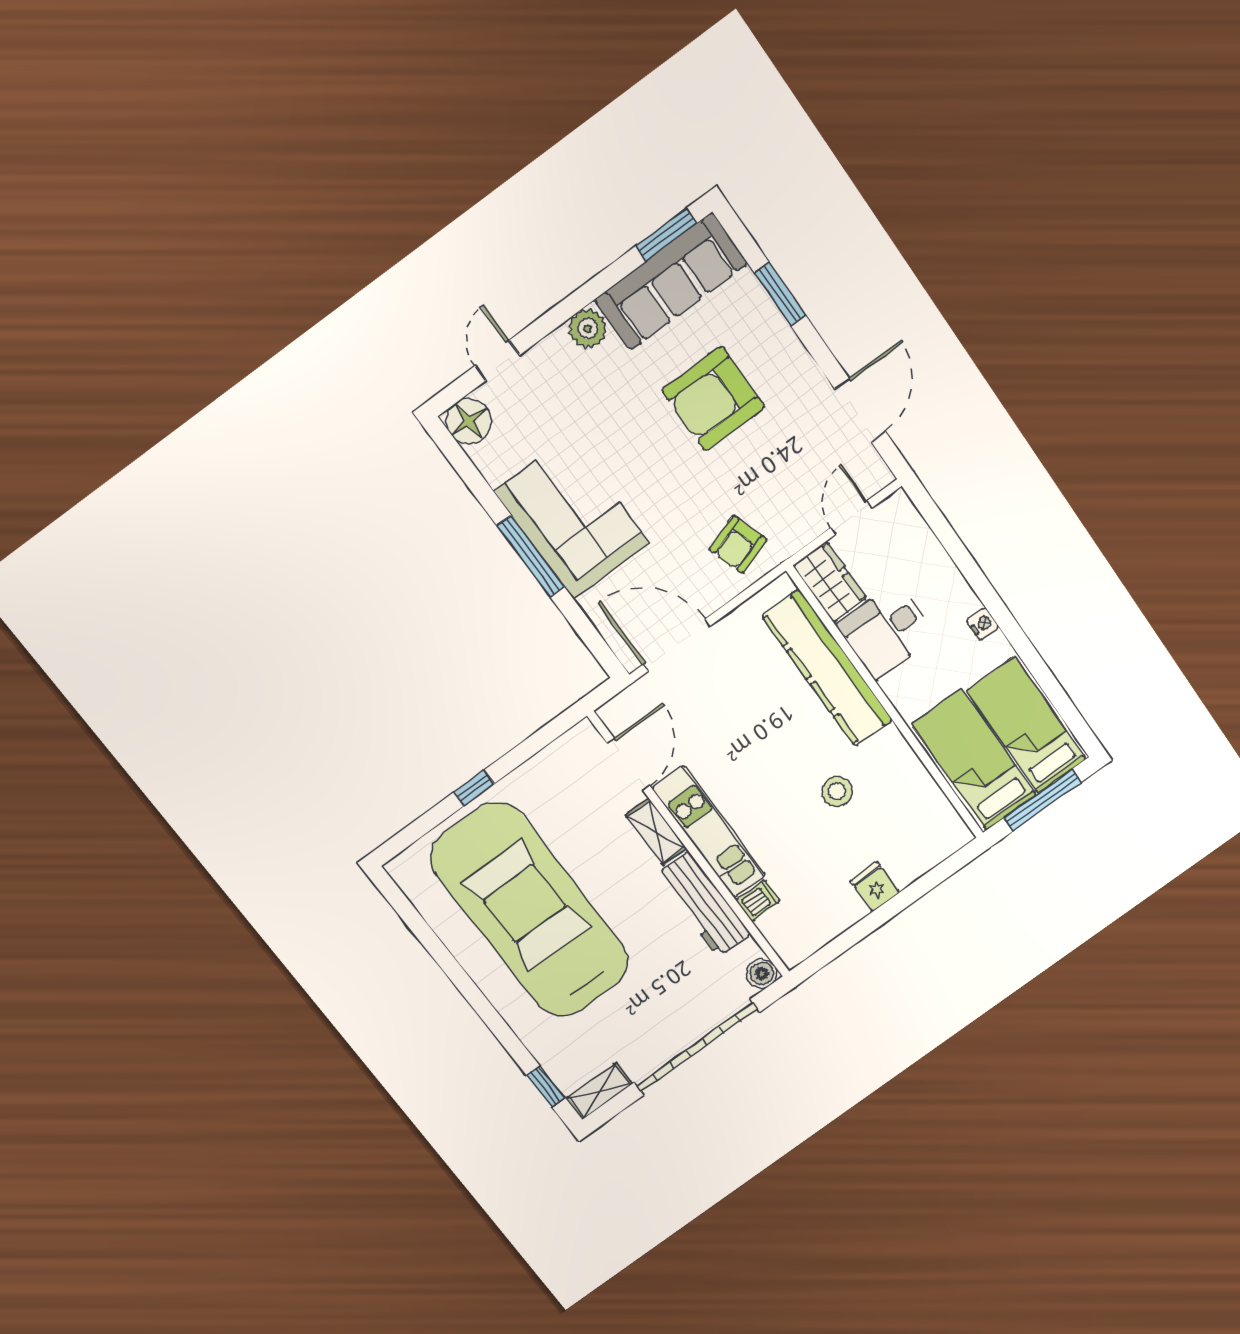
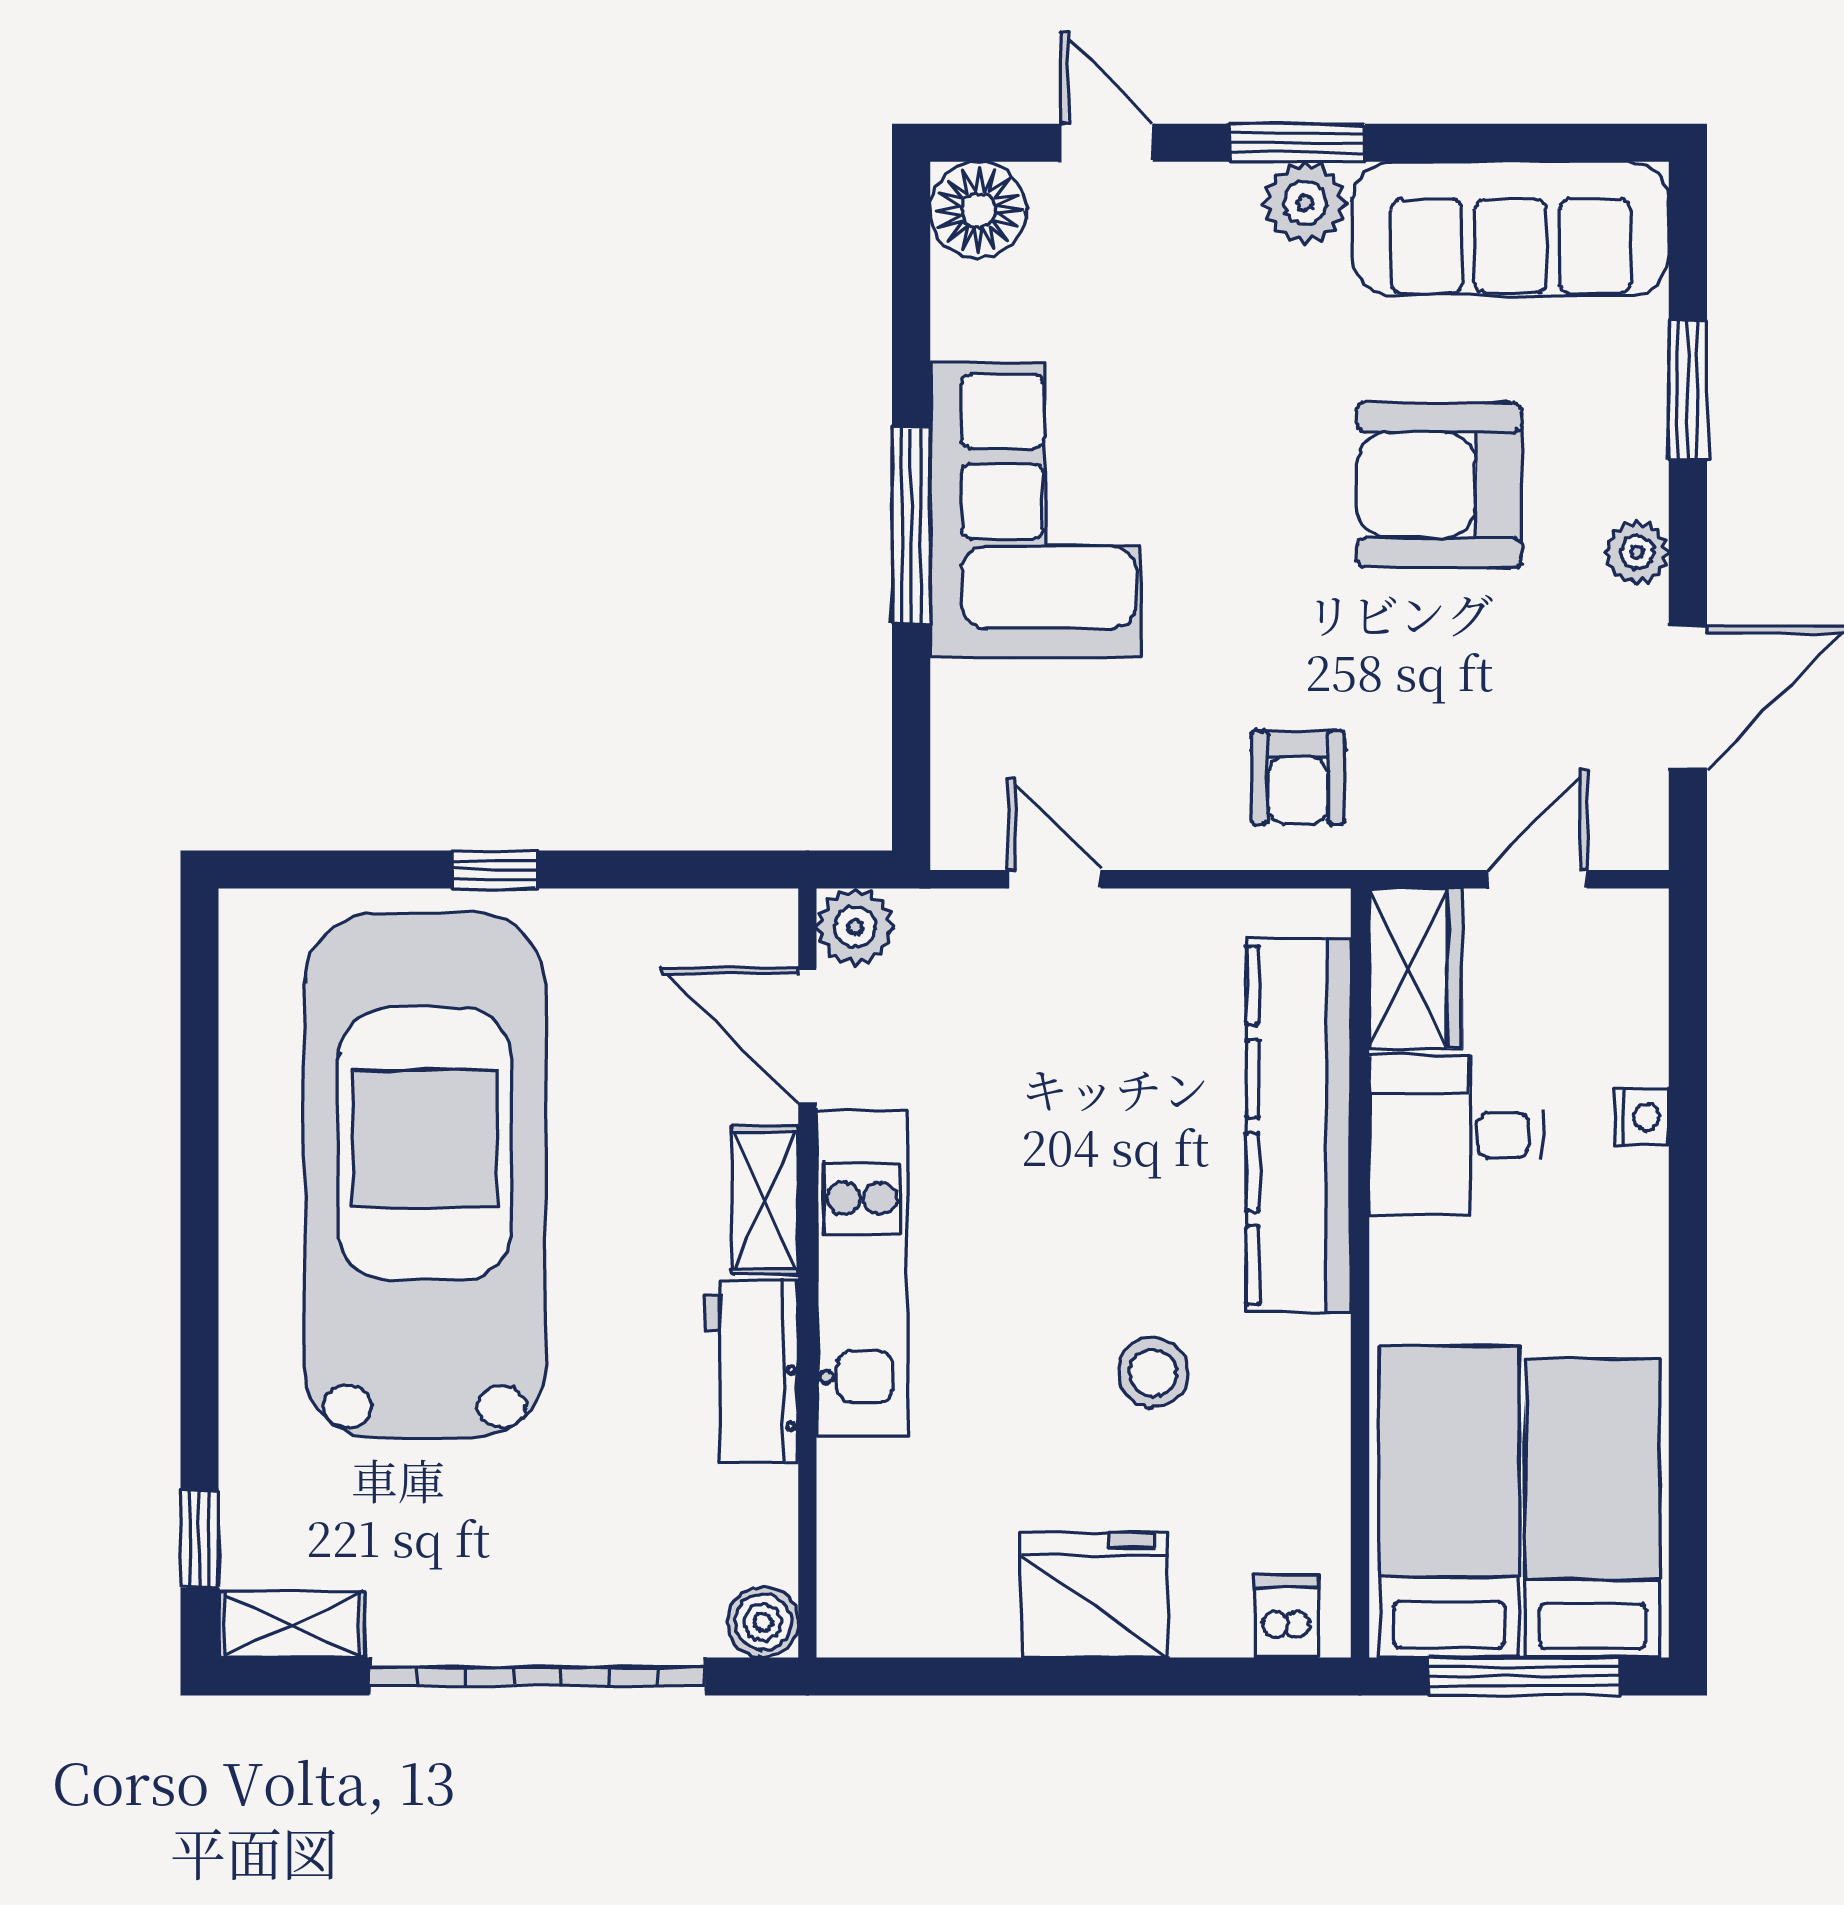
window: (666, 235) -> (1297, 143), moved
door: (497, 360) -> (1107, 143), hinge flipped
plant: (804, 370) -> (1637, 552), added
armchair: (738, 544) -> (1298, 777), turned -72
nightstand: (983, 624) -> (1642, 1117), moved
door: (677, 645) -> (1055, 879), width x0.53
plant: (617, 714) -> (855, 927), added
door: (629, 765) -> (807, 1036), swing flipped
fridge: (875, 887) -> (1094, 1595), width x1.88, depth x1.34
dishwasher: (758, 900) -> (1287, 1616), moved, turned -90
workbench: (703, 904) -> (751, 1371), width x0.73

